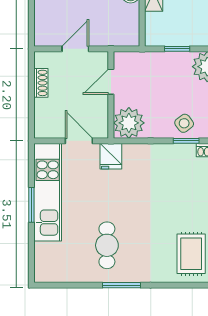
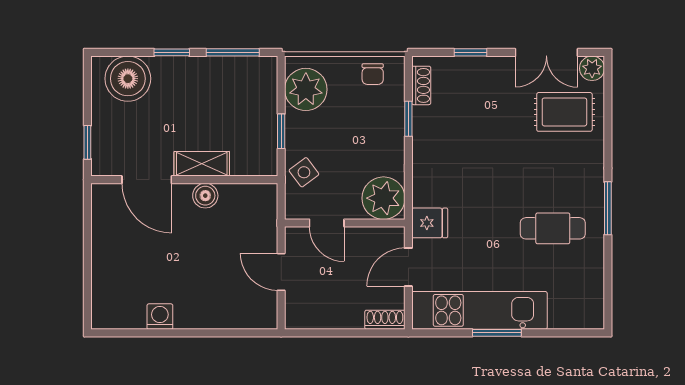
shoe rack: (41, 83) -> (385, 320), moved
side table: (184, 123) -> (304, 172), moved

